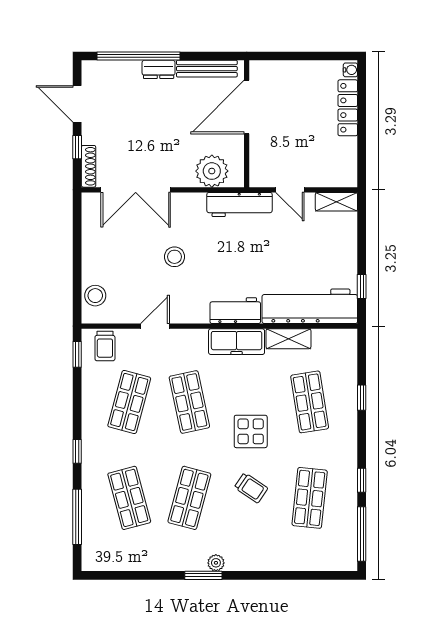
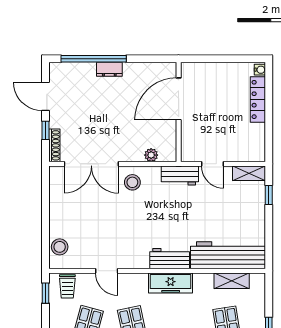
bench: (207, 69) -> (147, 69), removed
plant: (212, 171) -> (151, 155), width x0.53, depth x0.53
workbench: (240, 205) -> (180, 175), width x0.73
stool: (175, 257) -> (132, 182), moved
window: (362, 287) -> (269, 195), moved
door: (155, 326) -> (107, 271), swing flipped
shelving: (288, 339) -> (232, 281), moved

